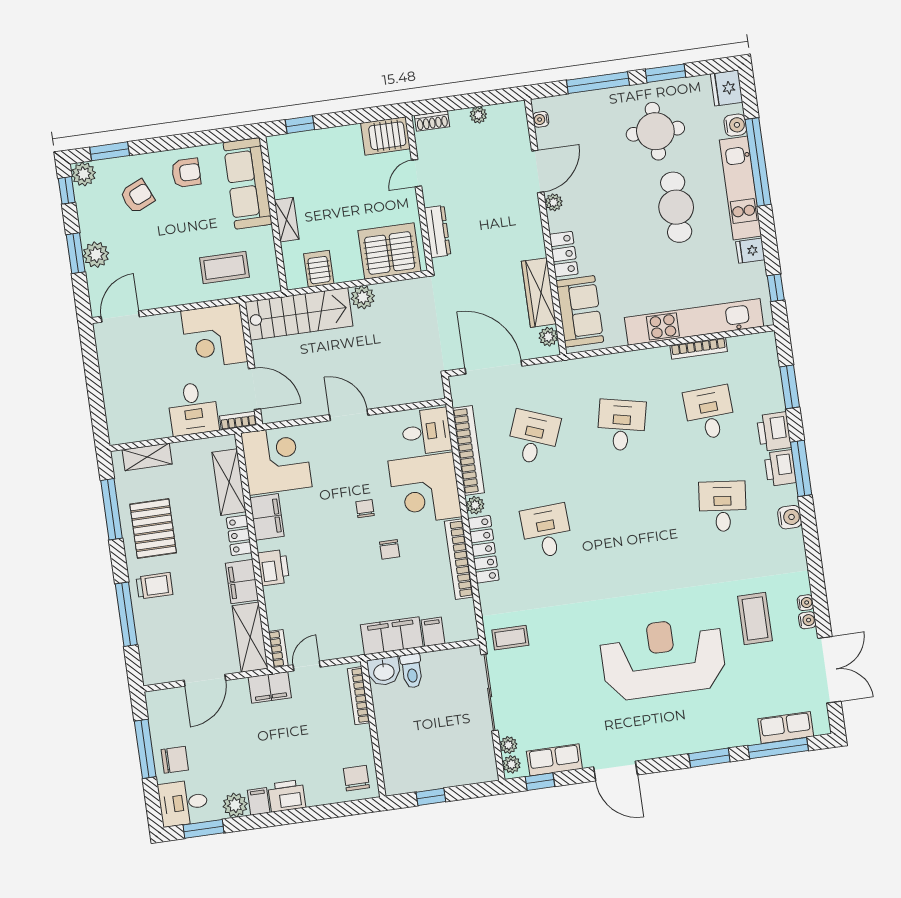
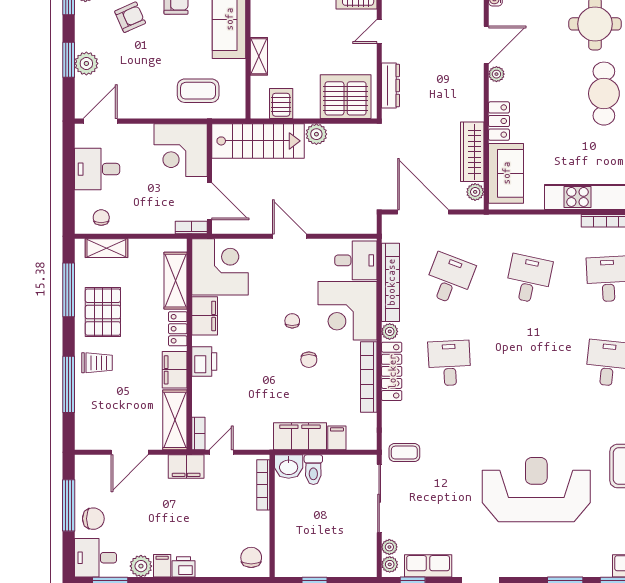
desk: (193, 409) -> (97, 169), moved, turned 90
chair: (136, 424) -> (101, 218), added
printer: (287, 796) -> (184, 567), width x0.73, depth x0.81

